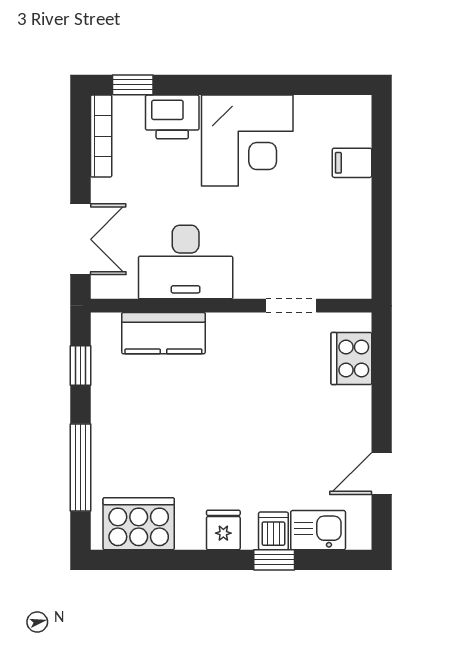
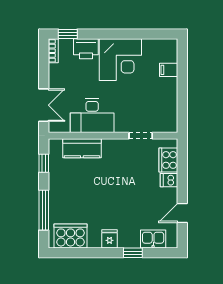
bookcase: (101, 136) -> (53, 51), width x0.64
dishwasher: (273, 531) -> (169, 180), moved, turned -90

